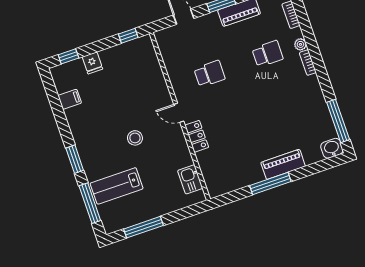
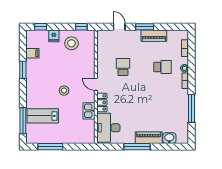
stool: (122, 65) -> (71, 43), added
school desk: (209, 74) -> (123, 67), turned -90
window: (338, 121) -> (191, 108), moved
washbasin: (332, 148) -> (169, 138), moved
window: (75, 159) -> (23, 70), moved
desk: (219, 170) -> (108, 128), added
kitchen sink: (190, 179) -> (89, 111), moved

